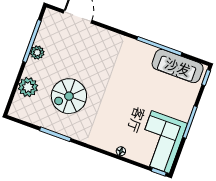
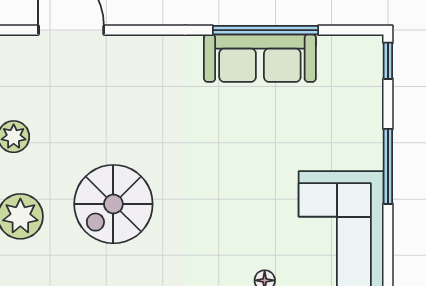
sofa: (178, 66) -> (260, 58), moved

